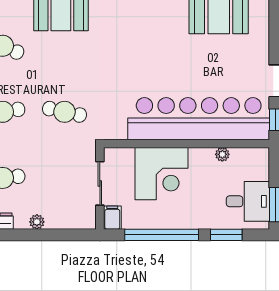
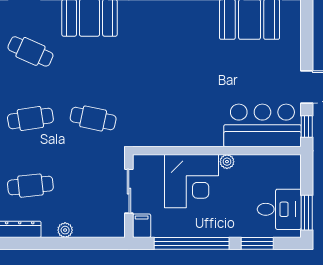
bar counter: (199, 119) -> (262, 125), width x0.54
plant: (222, 154) -> (227, 162), moved

